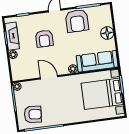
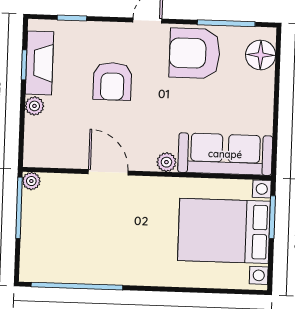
armchair: (77, 21) -> (195, 53), turned 90
floor lamp: (107, 33) -> (261, 55), moved
armchair: (33, 114) -> (57, 251), removed

